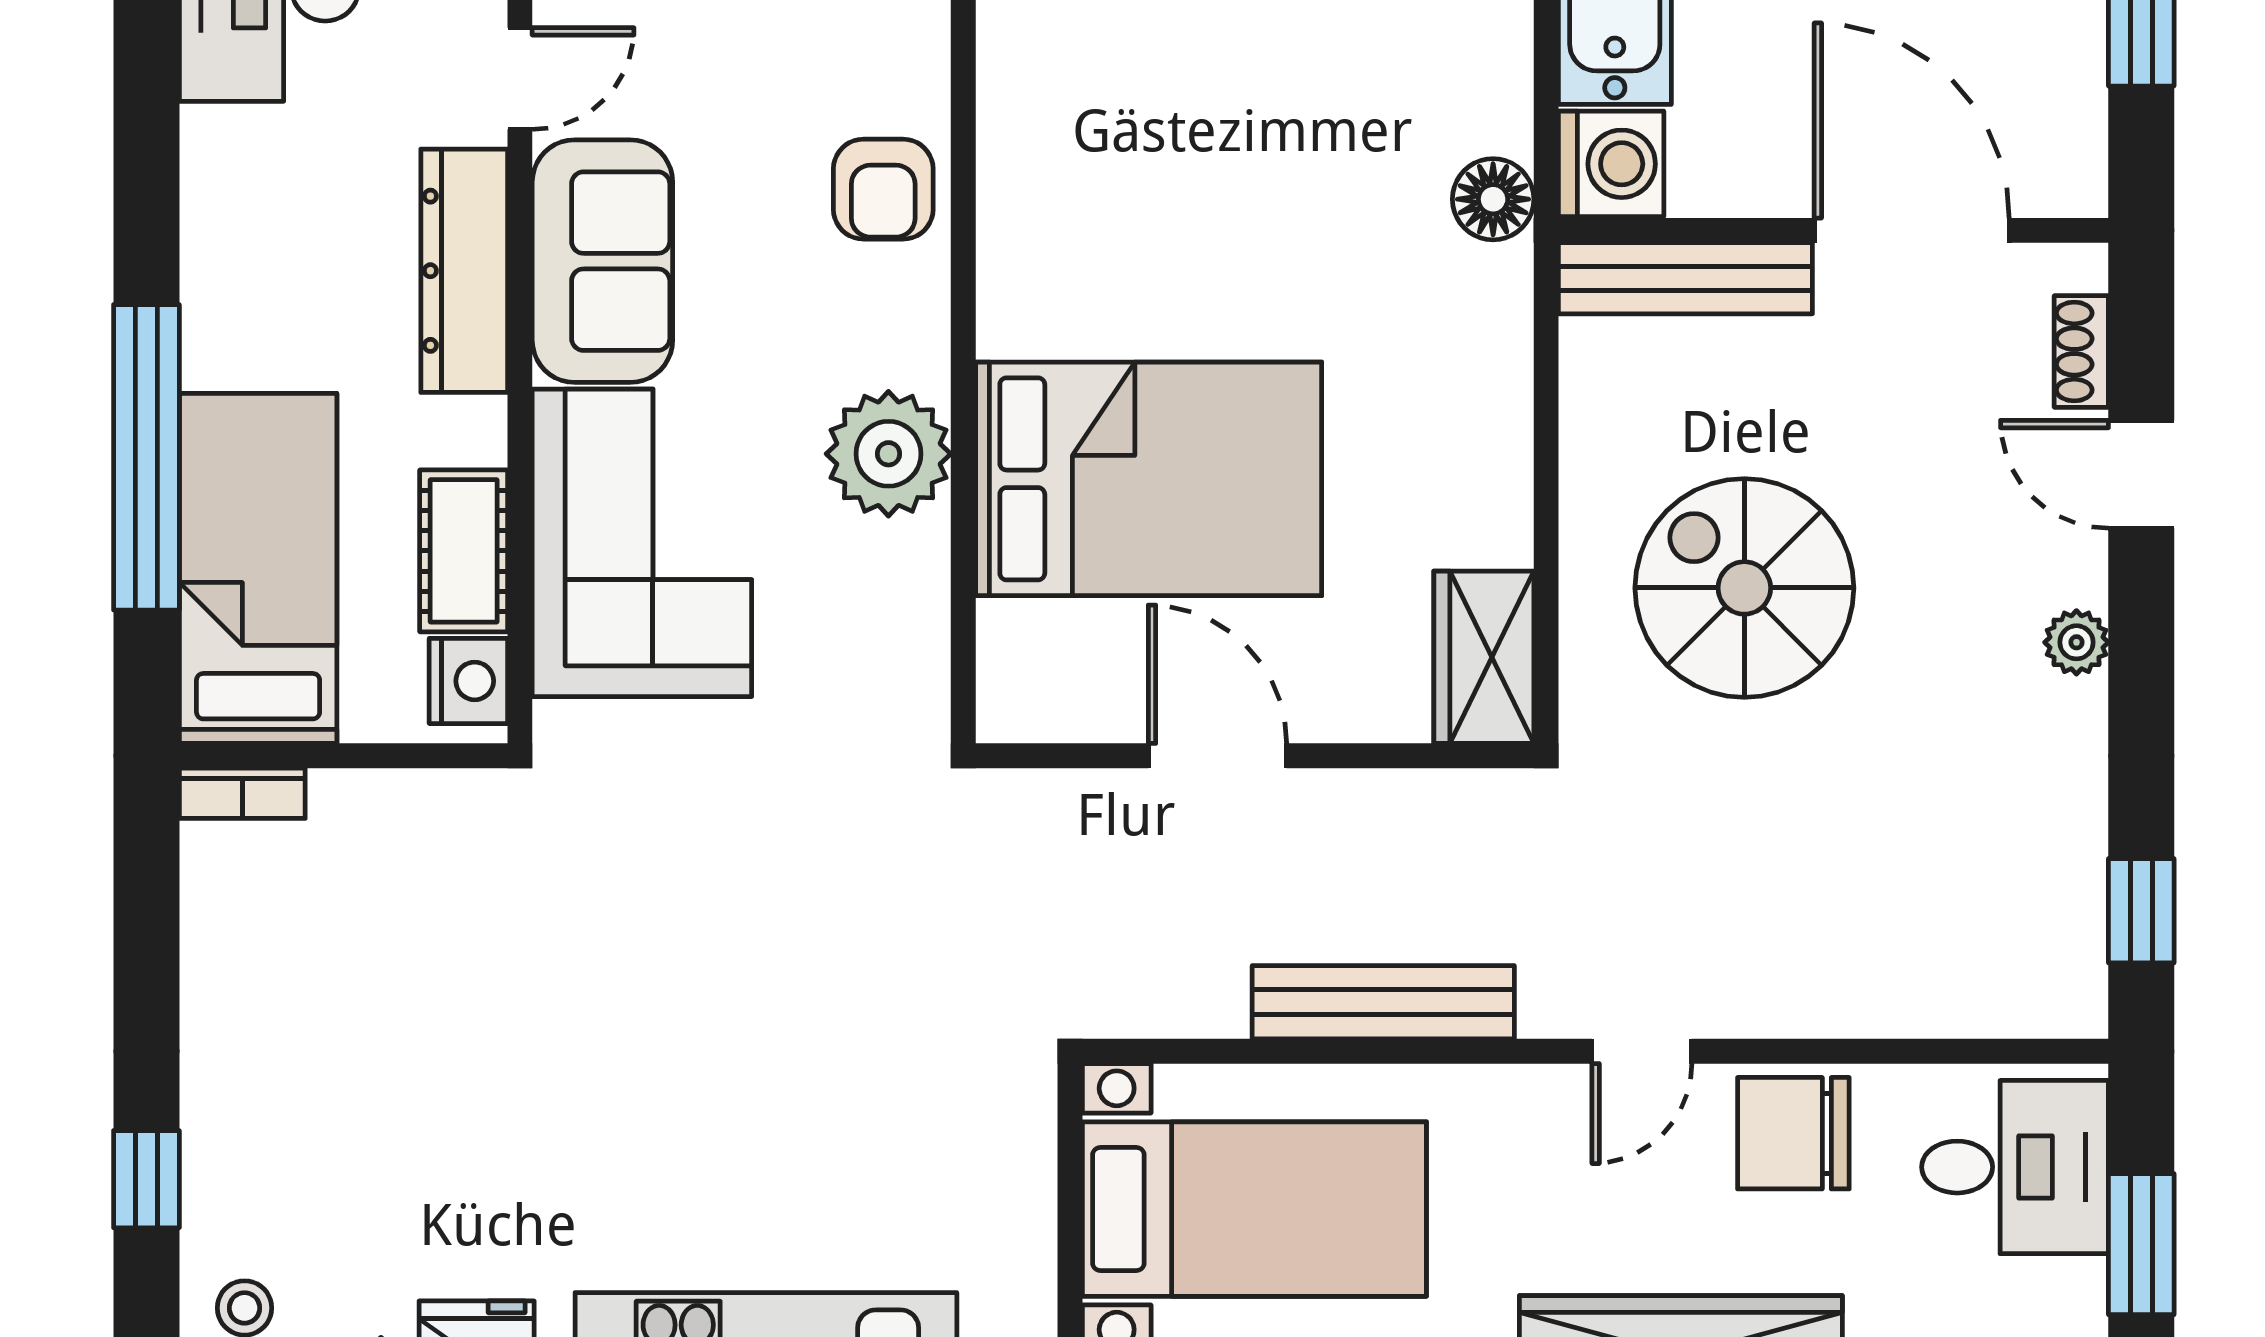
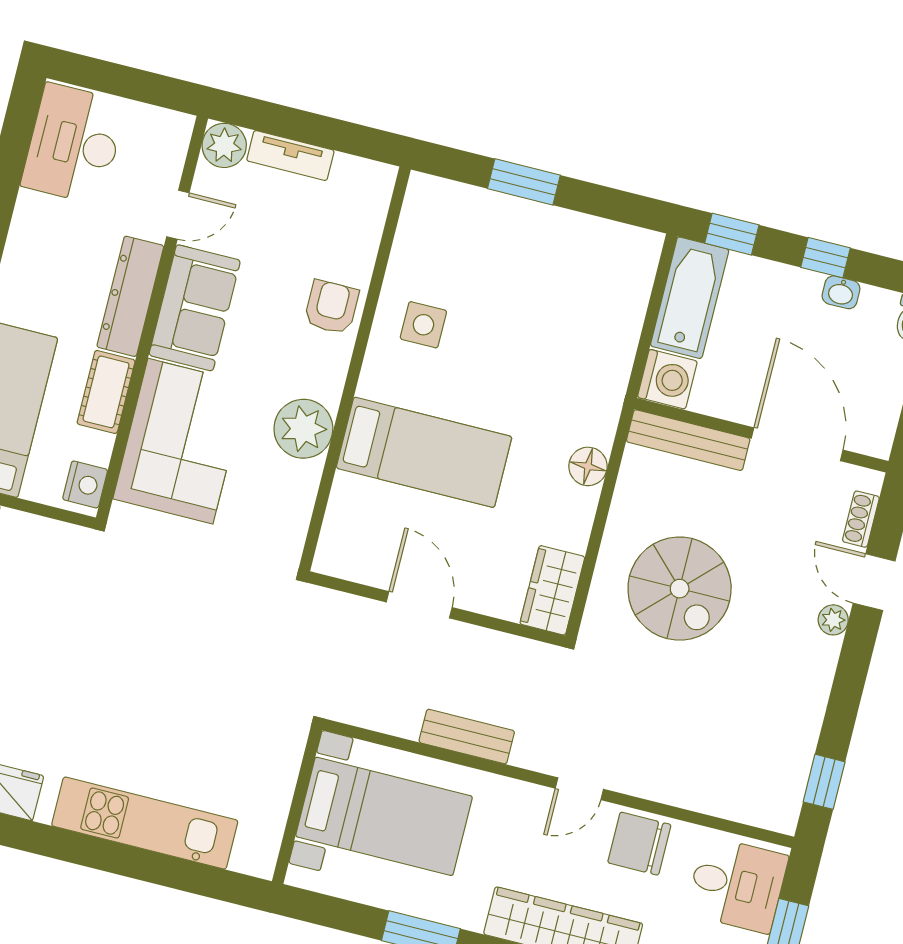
side table: (1082, 178) -> (423, 325), added
armchair: (883, 189) -> (331, 307), turned 180
floor lamp: (1493, 199) -> (588, 466), moved
bed: (1149, 479) -> (424, 452), width x0.67
cot: (464, 551) -> (106, 392), moved
spiral stairs: (1744, 588) -> (680, 589), turned 180
plant: (2076, 642) -> (833, 620), moved
bench: (1383, 1002) -> (467, 737), width x0.73

